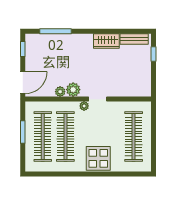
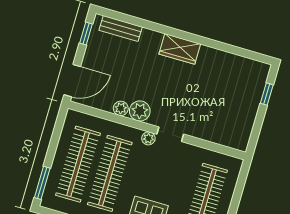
window: (56, 31) -> (139, 22), removed
bench: (134, 39) -> (121, 29), moved
wardrobe: (106, 41) -> (180, 49), moved
window: (23, 132) -> (42, 183), moved

